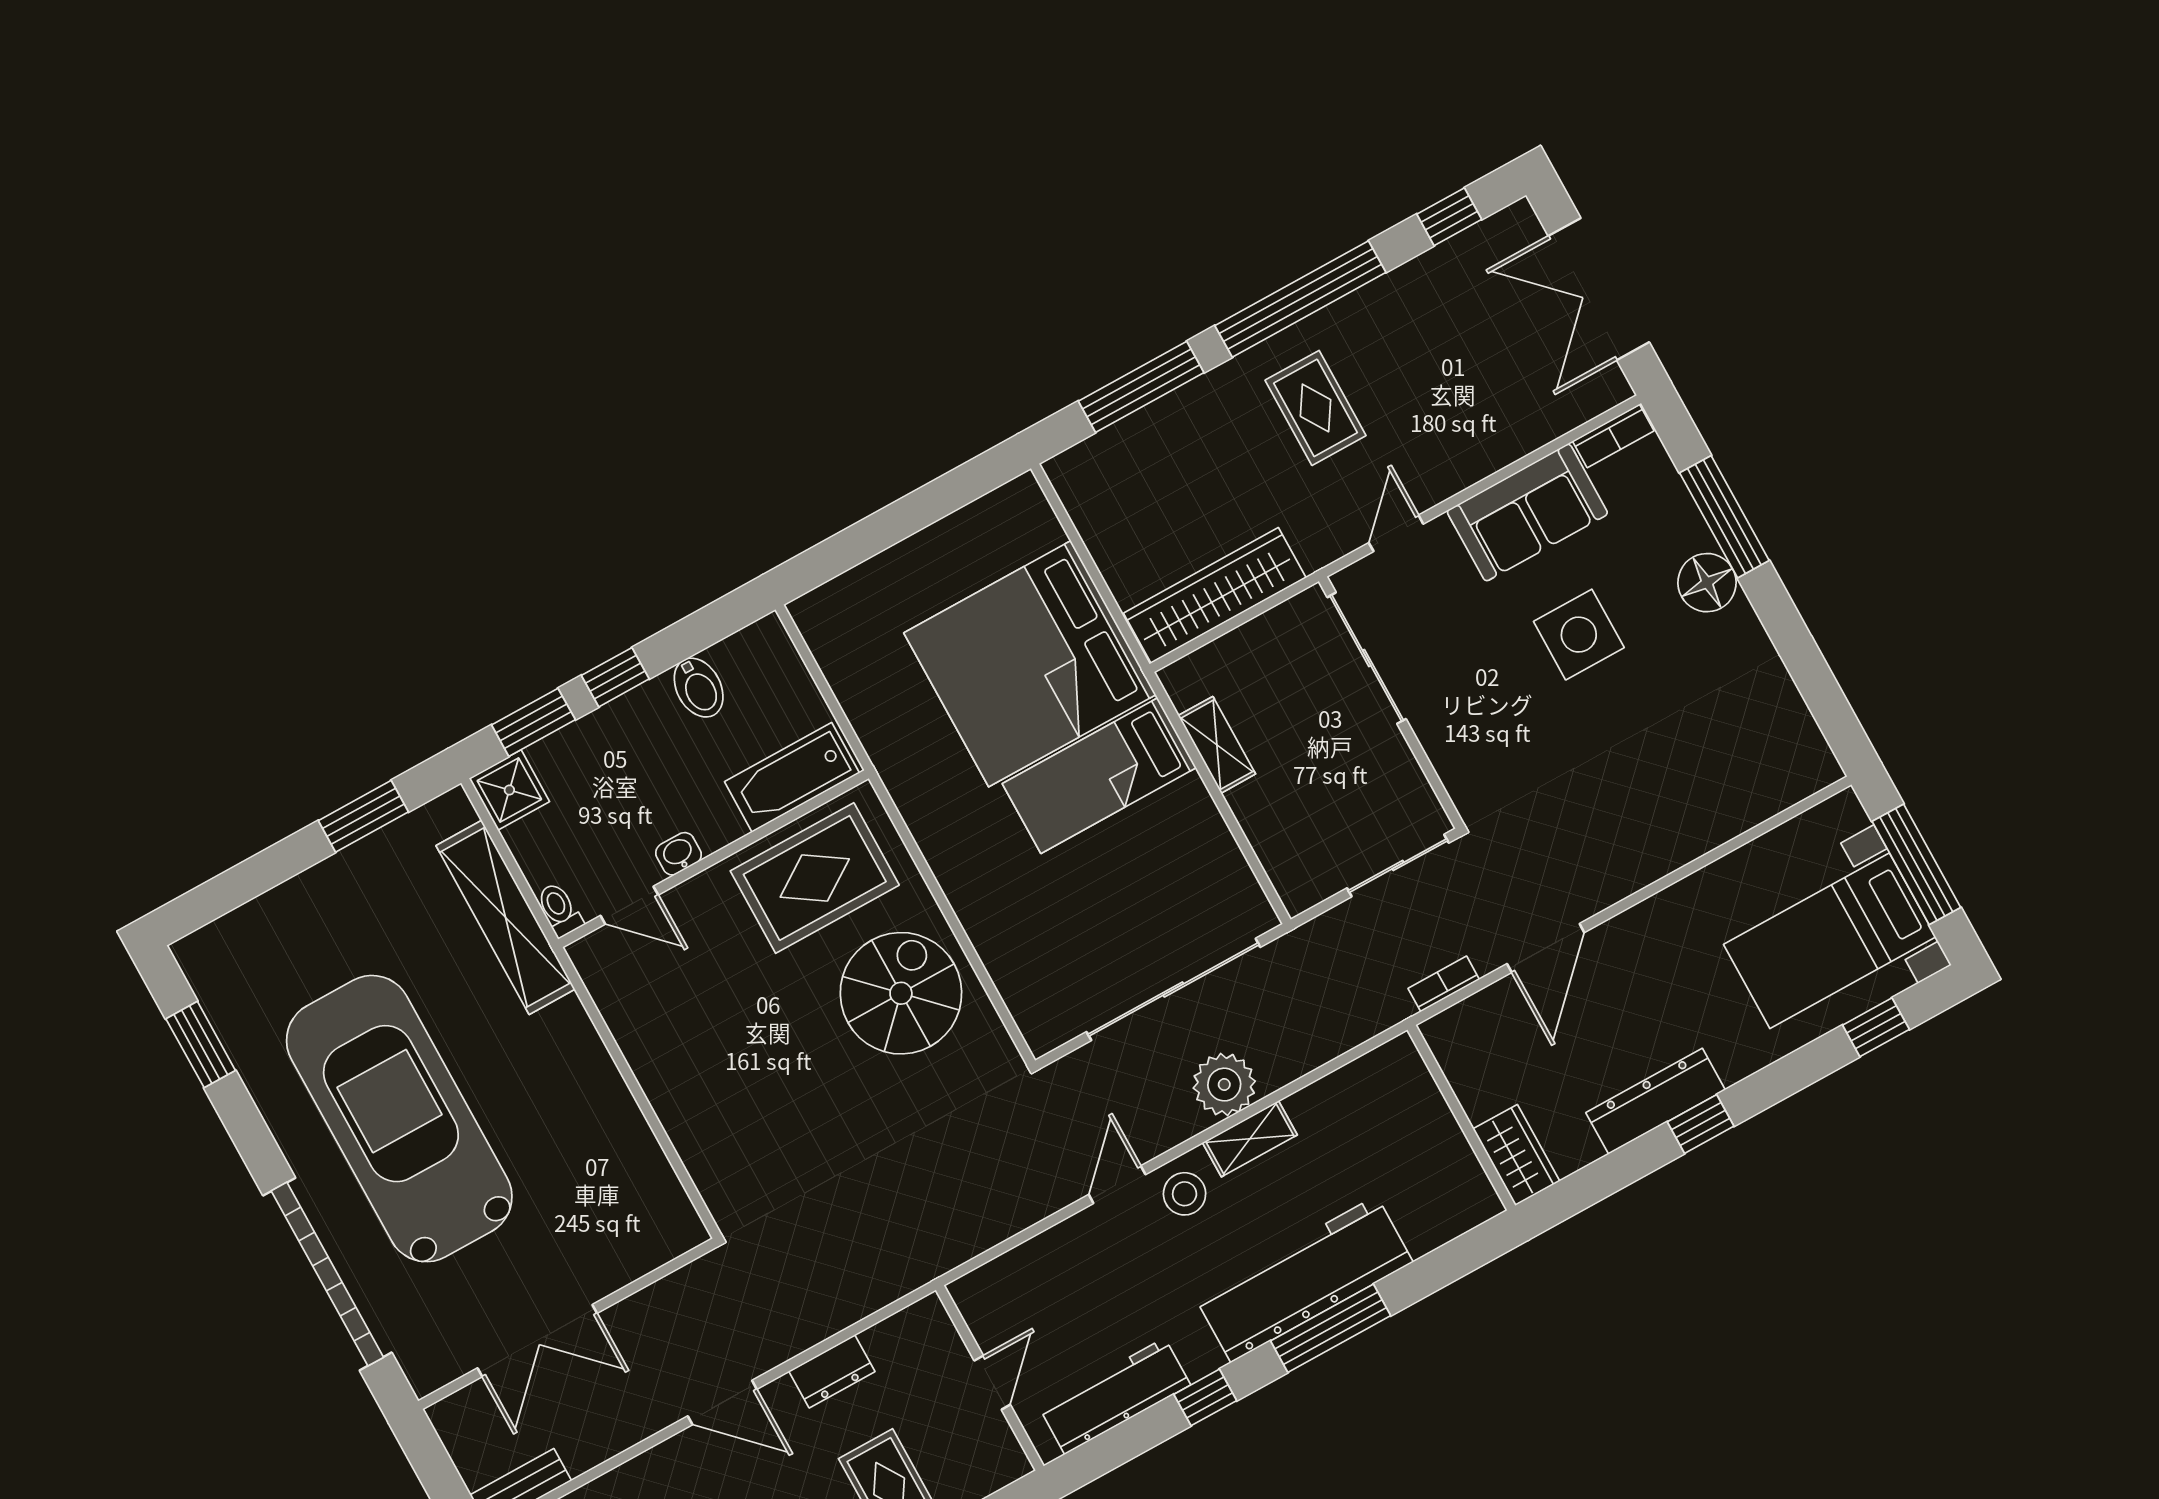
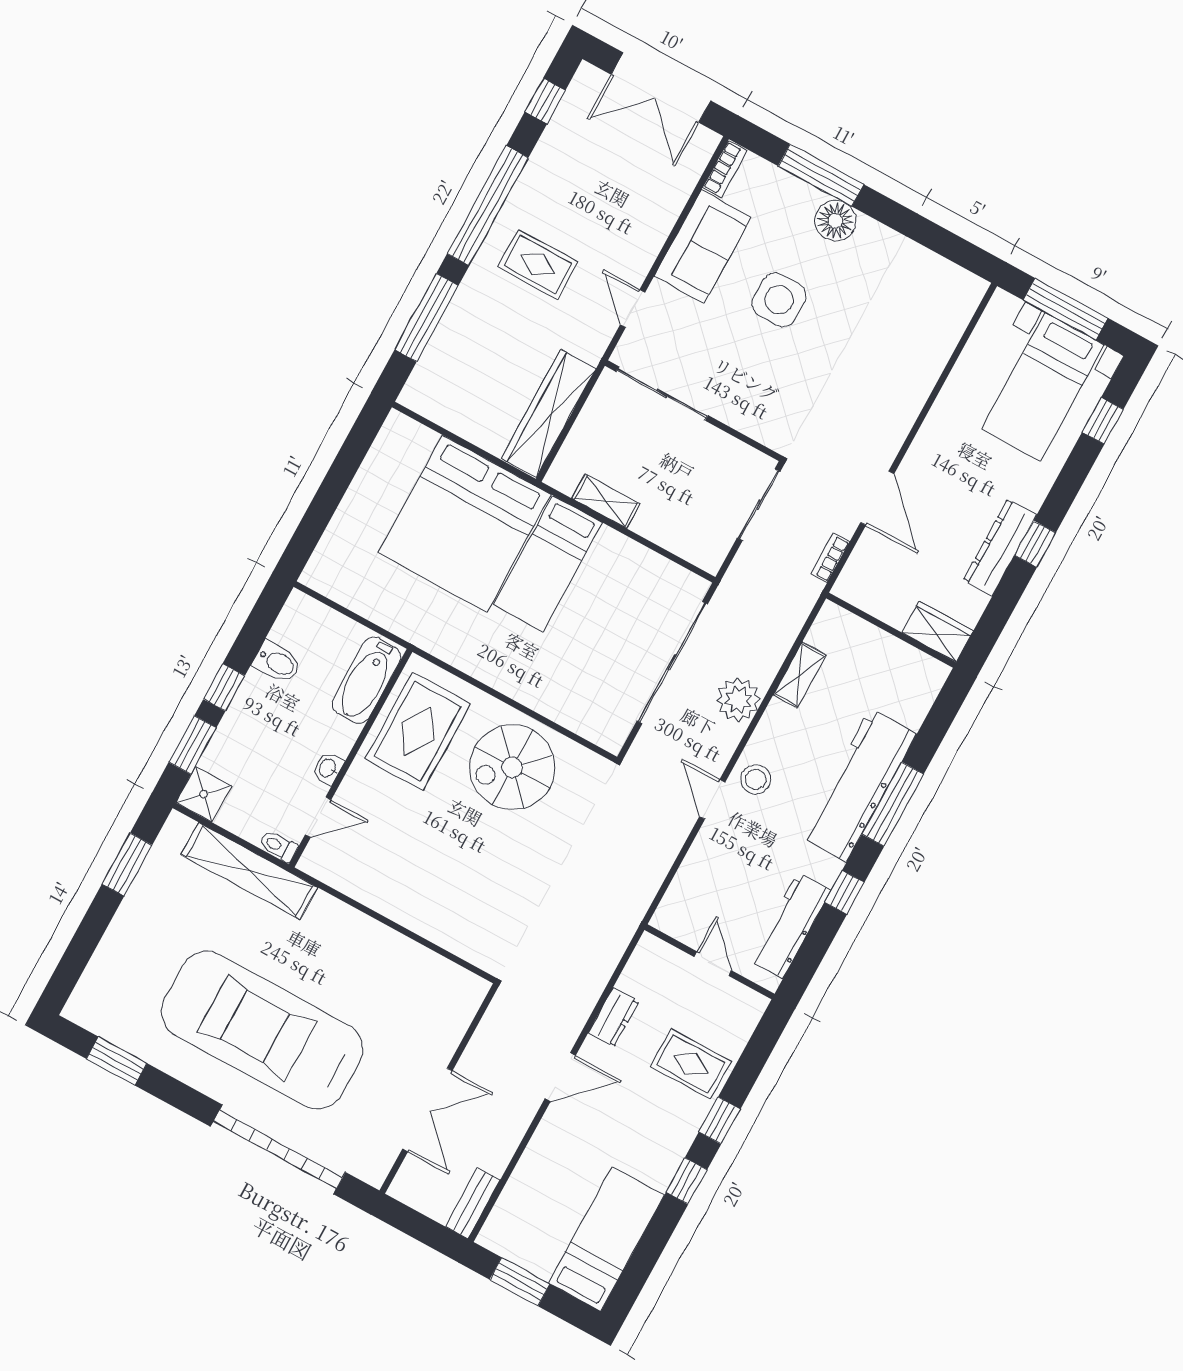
spiral stairs: (901, 993) -> (512, 767), turned -90
shelving: (1250, 1139) -> (800, 675), moved

